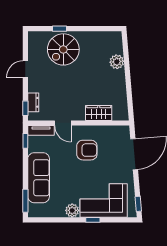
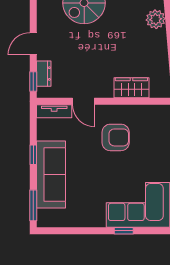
door: (25, 69) -> (33, 44), moved
window: (25, 141) -> (33, 155), moved
plant: (72, 210) -> (96, 218), removed

